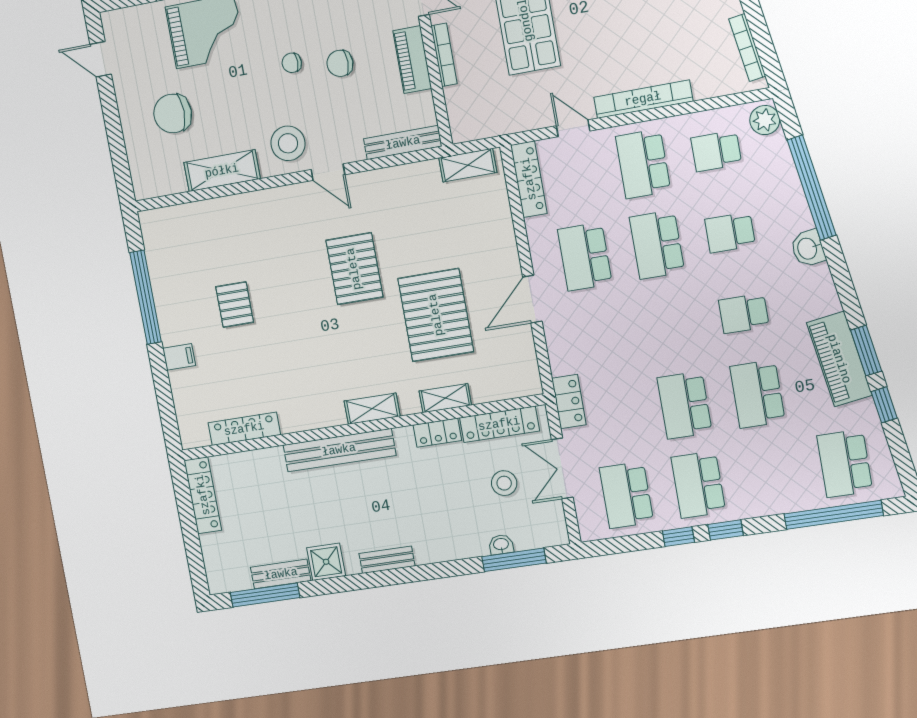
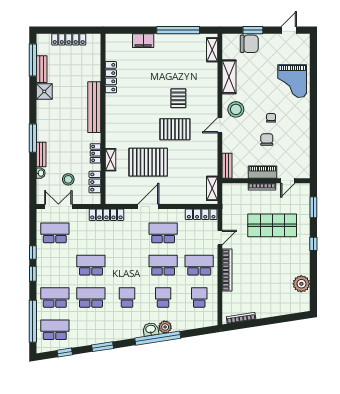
chair: (173, 113) -> (249, 44), moved, turned 90
plant: (765, 120) -> (165, 327), moved
window: (115, 137) -> (253, 30), added
bench: (403, 143) -> (227, 166), width x0.73
window: (812, 188) -> (158, 338), moved
door: (532, 299) -> (148, 207), hinge flipped
pallet: (235, 305) -> (178, 98), moved, turned 90
filing cabinet: (179, 357) -> (143, 41), width x2.00
piano: (839, 359) -> (101, 335), removed
locker: (569, 402) -> (106, 215), width x1.53
window: (884, 405) -> (65, 353), moved
shelving: (372, 409) -> (212, 50), moved
locker: (499, 424) -> (95, 182), width x0.66
locker: (244, 429) -> (111, 77), moved
double door: (562, 468) -> (58, 207), moved
school desk: (698, 485) -> (55, 297), moved
locker: (203, 495) -> (69, 39), moved
bench: (387, 560) -> (41, 155), moved
window: (514, 560) -> (33, 138), moved

